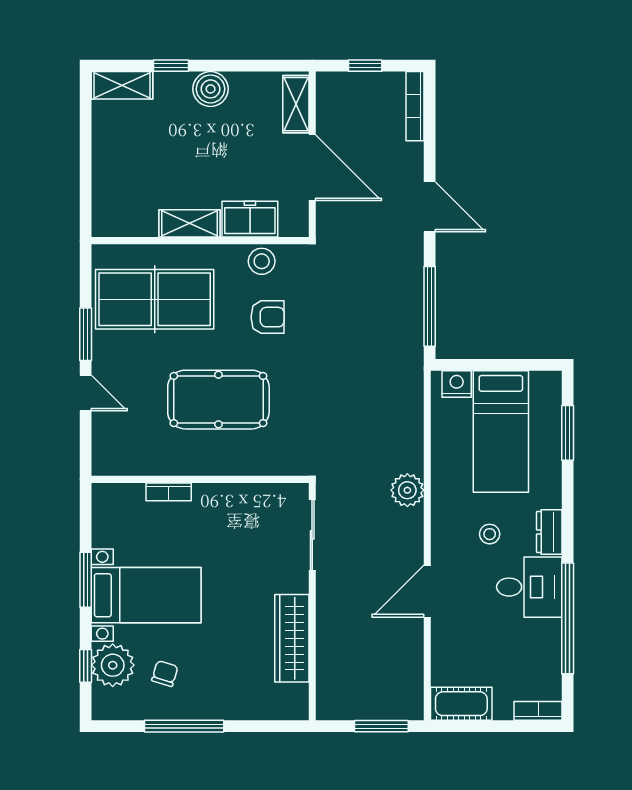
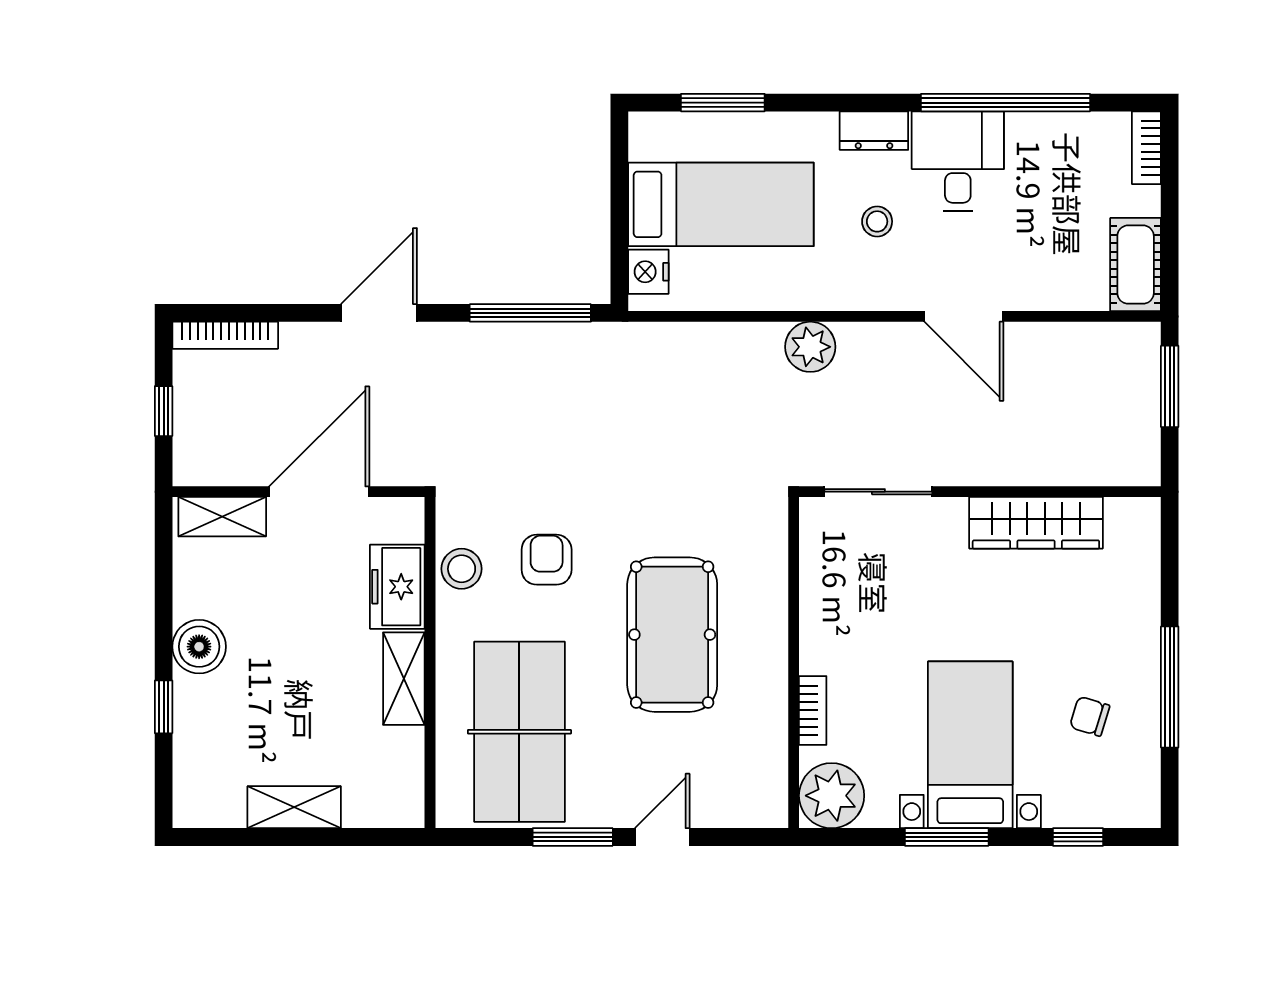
shelving: (122, 85) -> (294, 807), moved, turned 90
plant: (113, 665) -> (832, 796), moved

